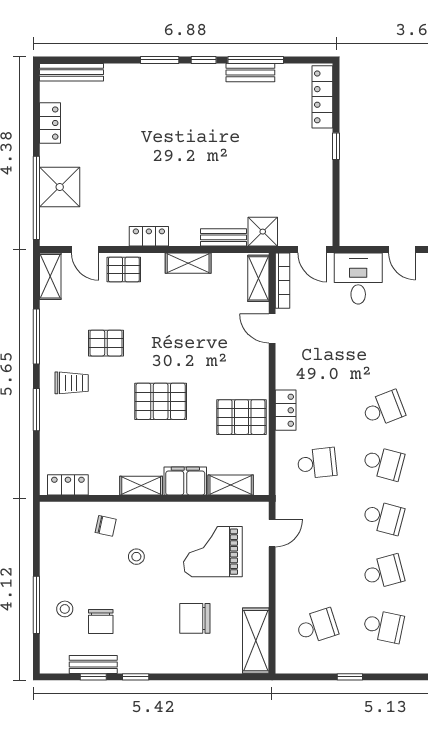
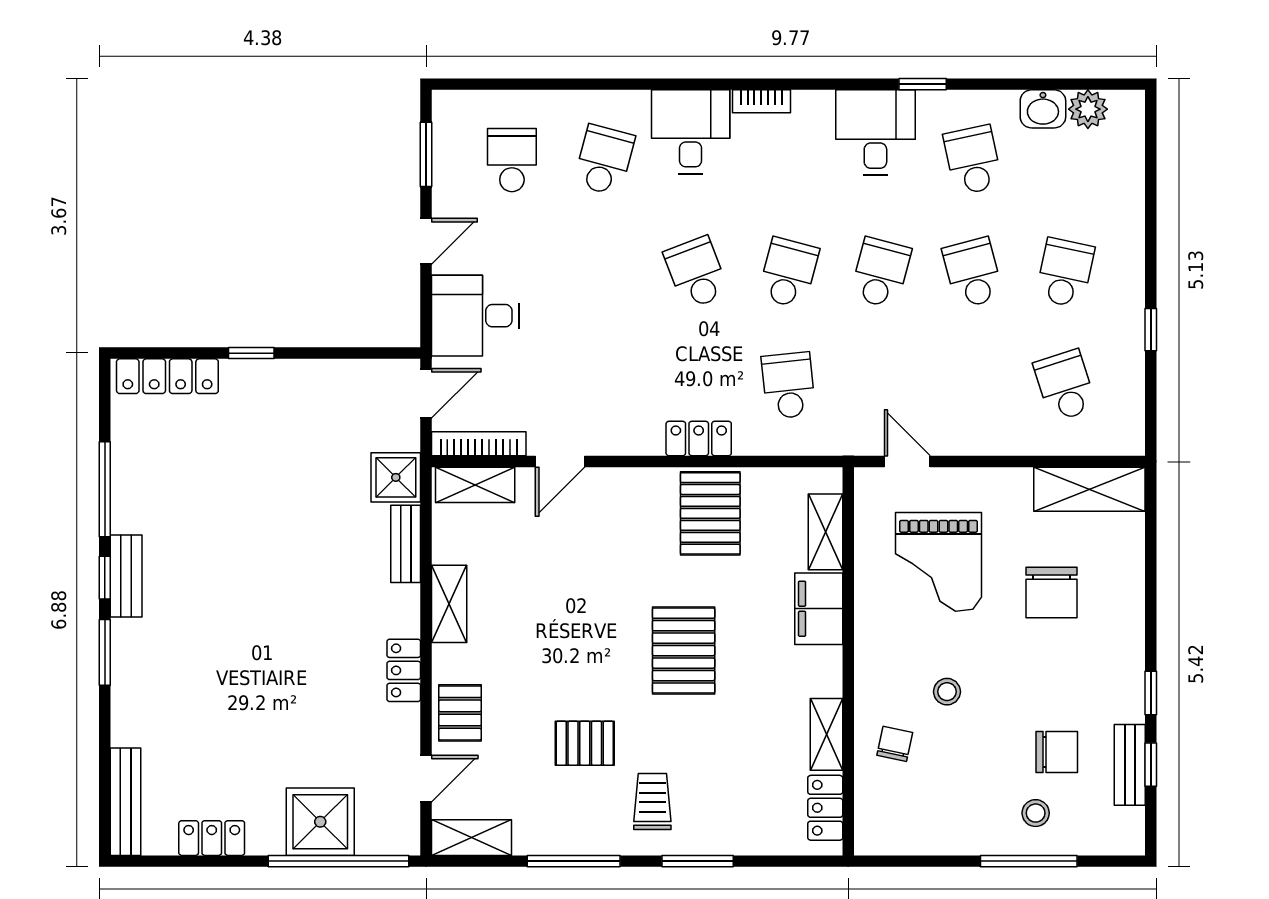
bench: (250, 73) -> (126, 576), moved
pallet: (106, 343) -> (585, 743), turned 90
shelving: (141, 486) -> (826, 734), moved

